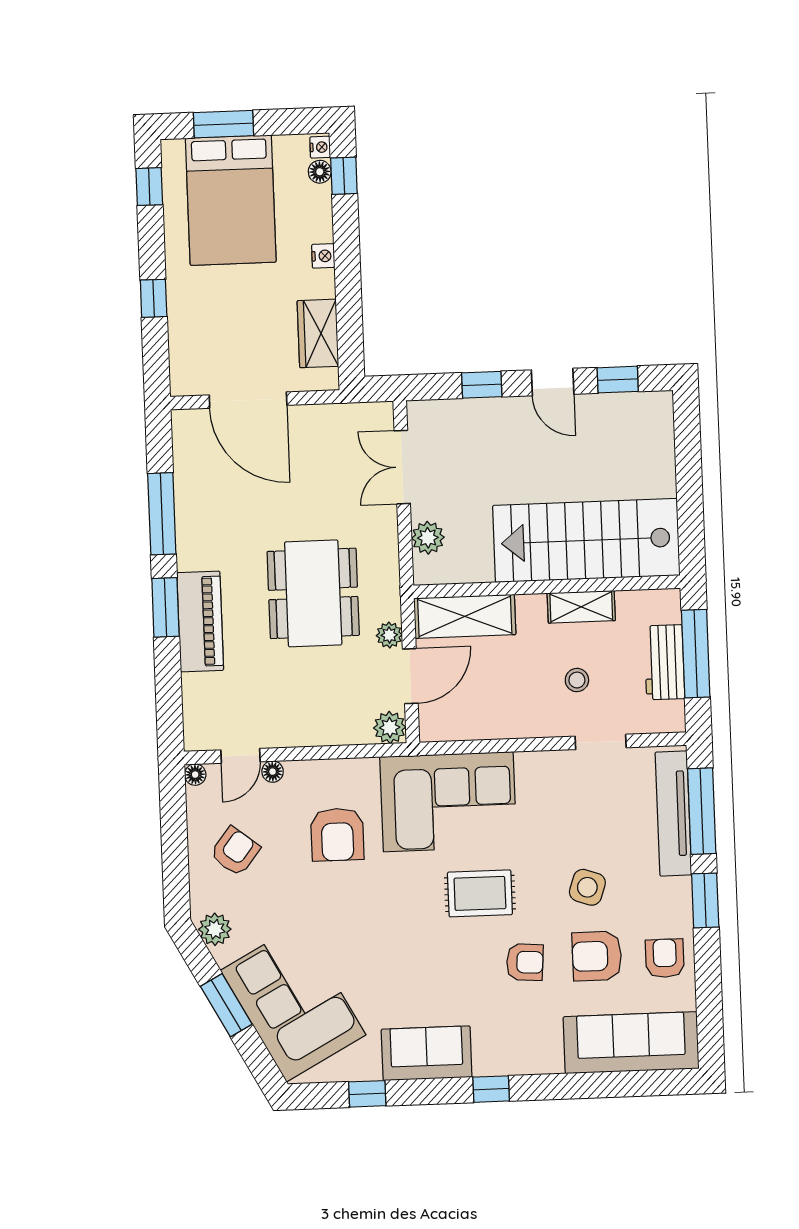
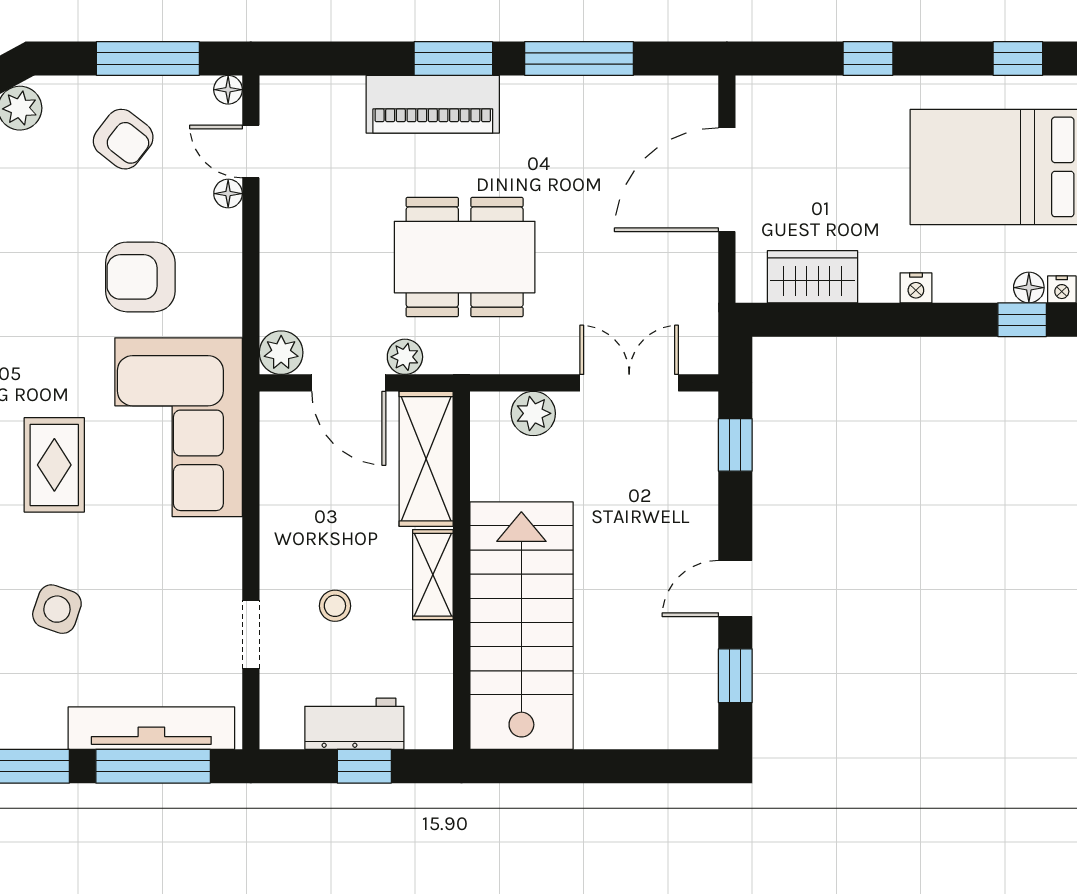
window: (482, 385) -> (735, 445), moved
shelving: (581, 607) -> (433, 575), moved
window: (696, 654) -> (364, 766), width x0.46
window: (174, 835) -> (148, 59), added

